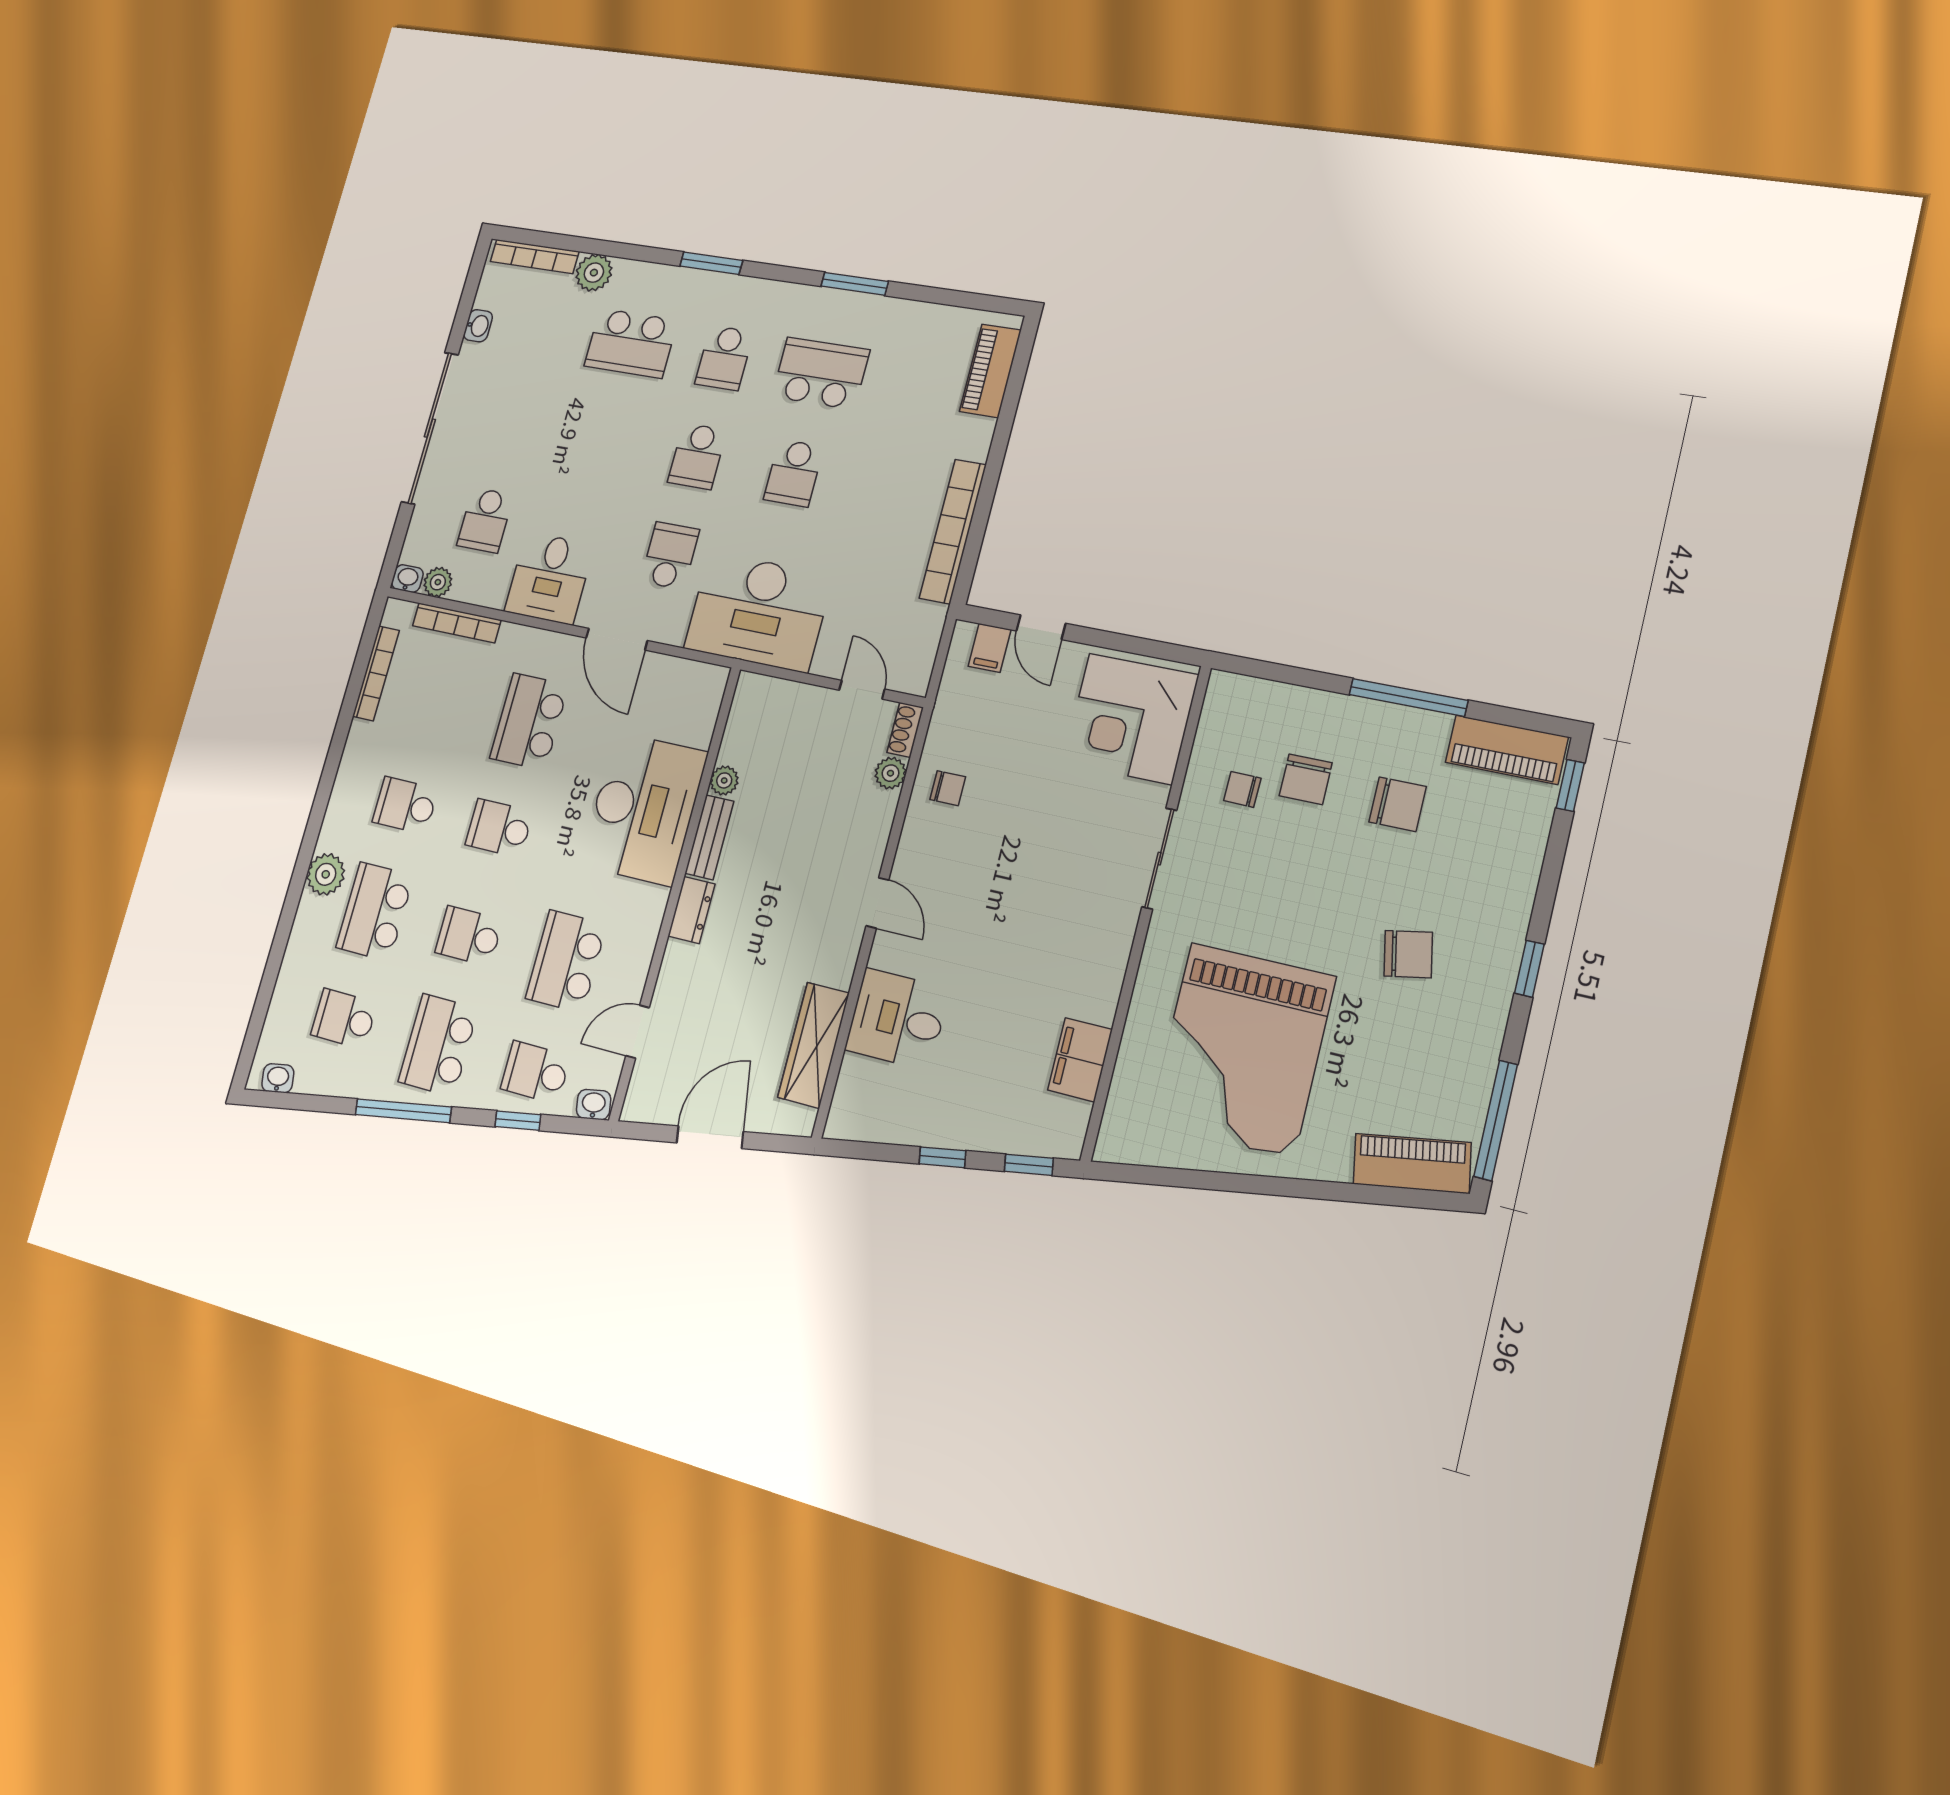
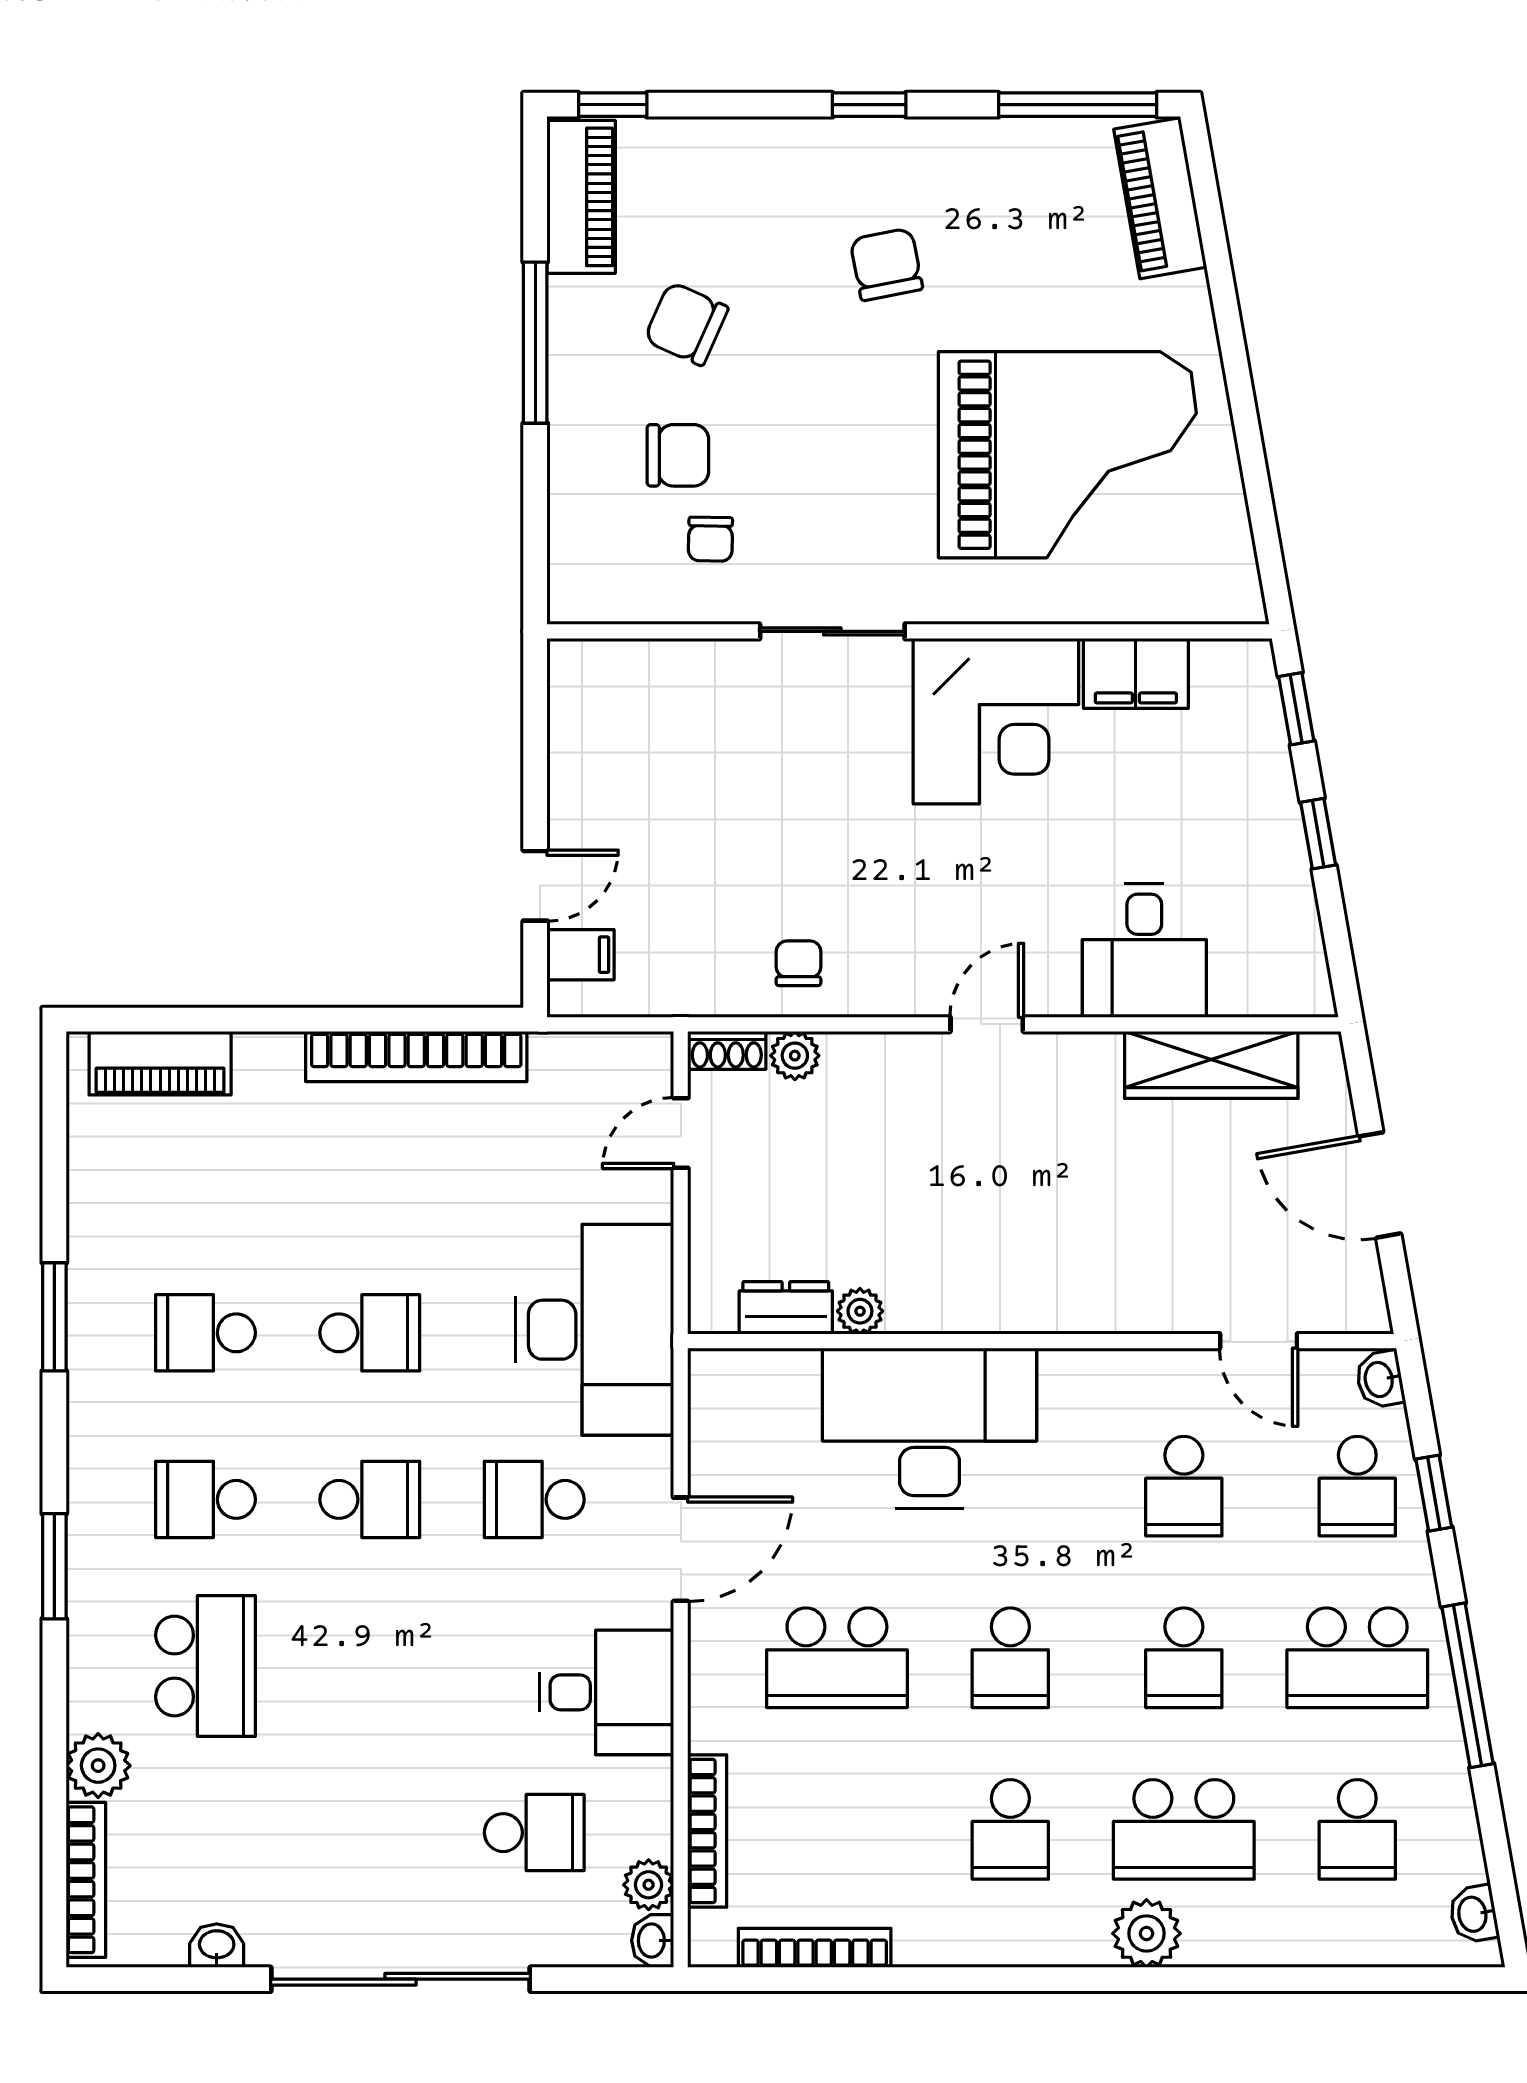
school desk: (724, 358) -> (205, 1499), turned 180
school desk: (821, 373) -> (205, 1333), width x0.54
corner desk: (1130, 719) -> (996, 721), moved
chair: (1398, 804) -> (686, 324), turned -66
bench: (709, 837) -> (949, 1310), removed
dresser: (692, 910) -> (786, 1308), moved
school desk: (566, 961) -> (1184, 1486), width x0.54

